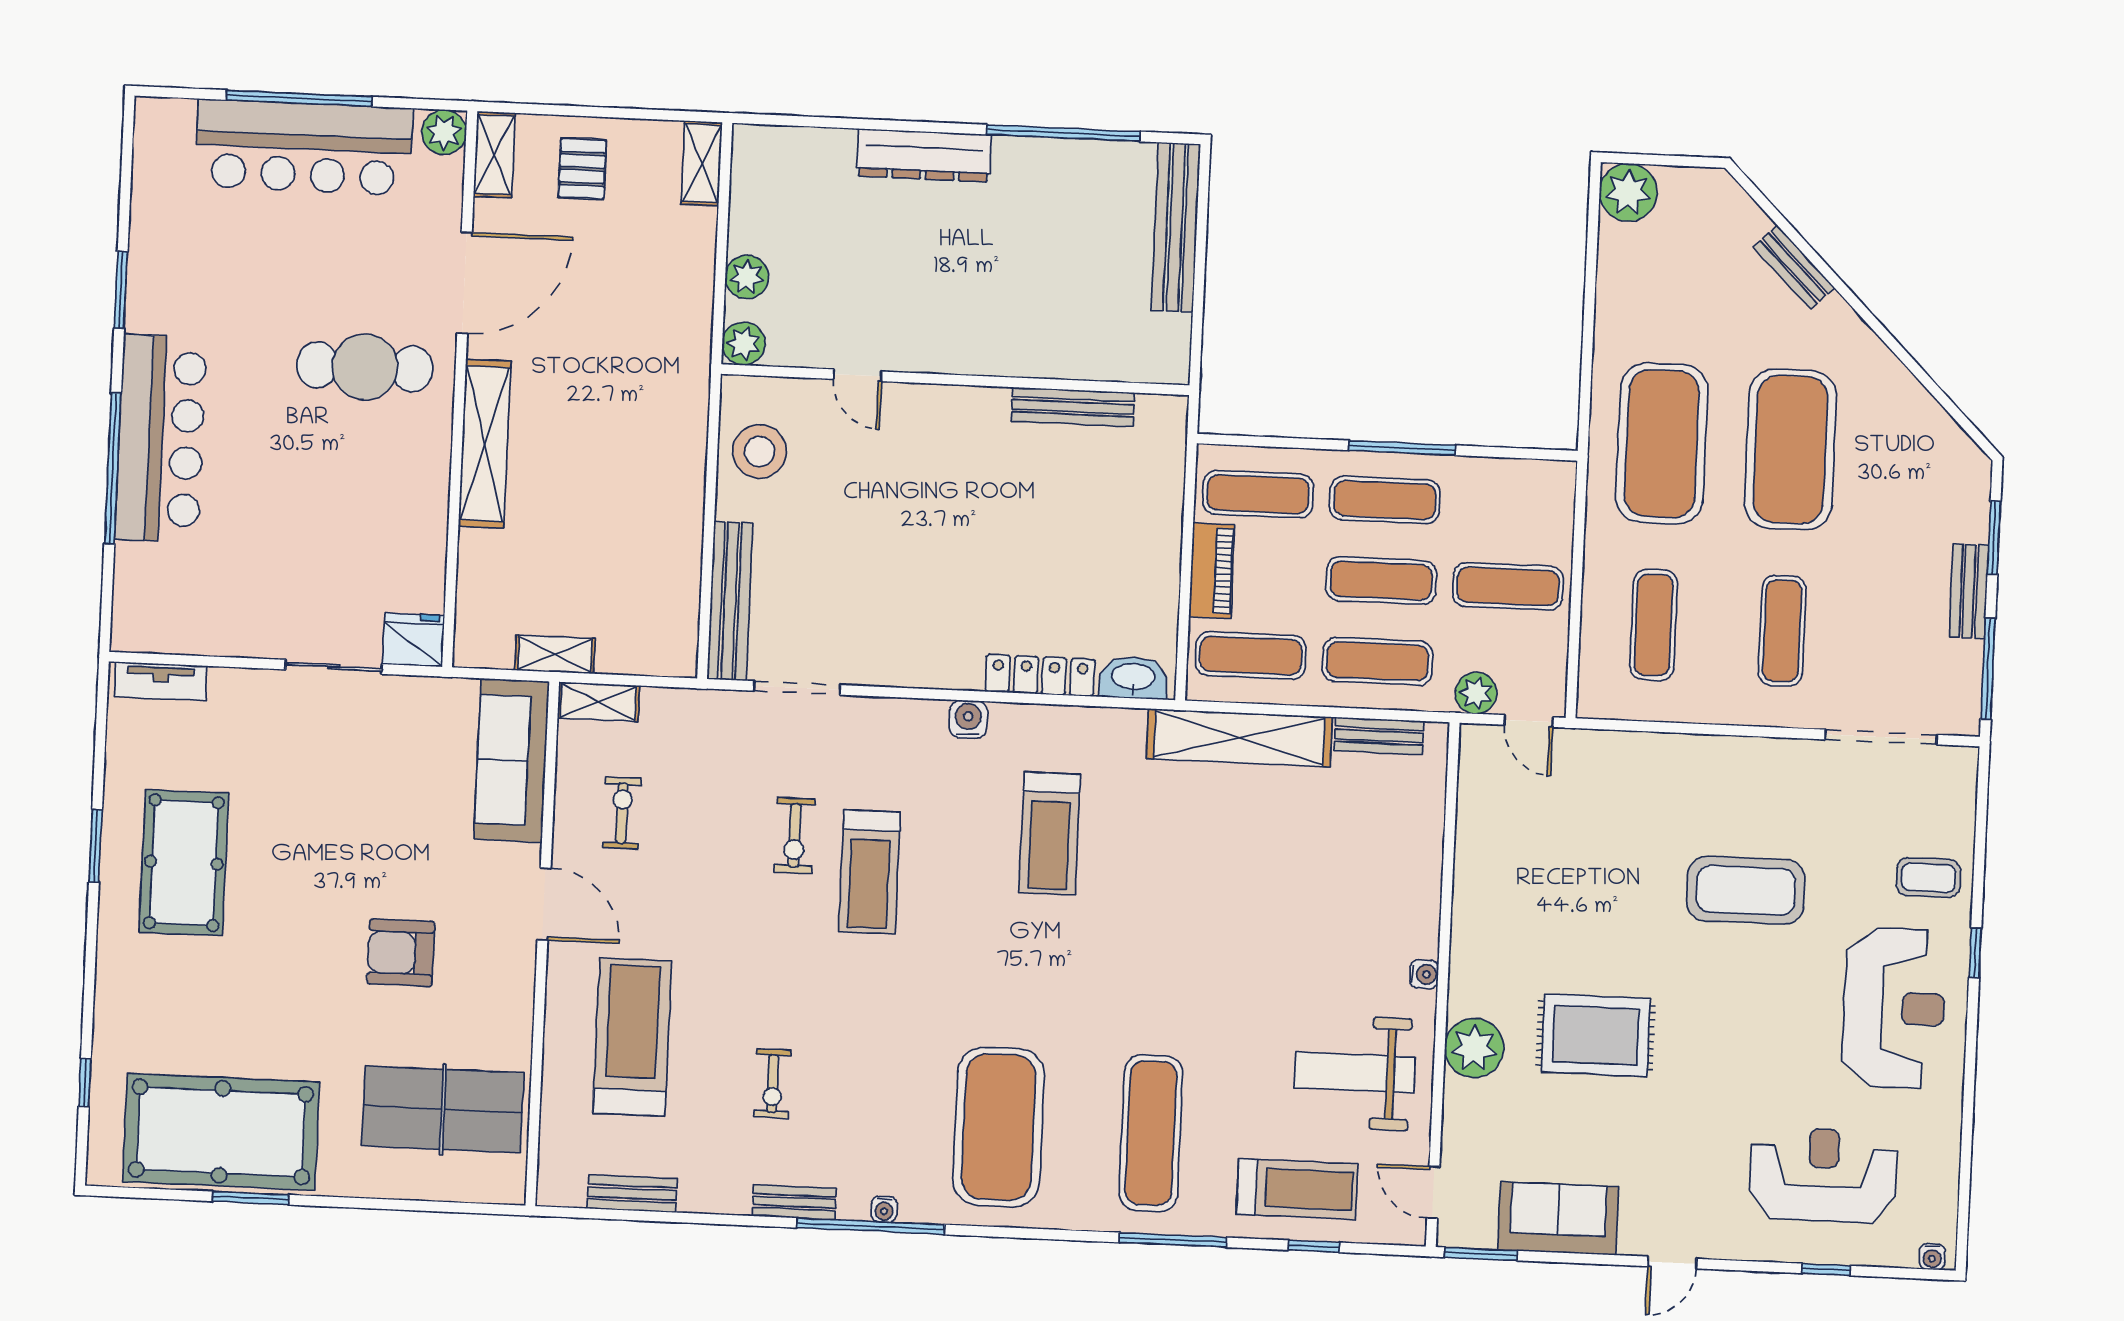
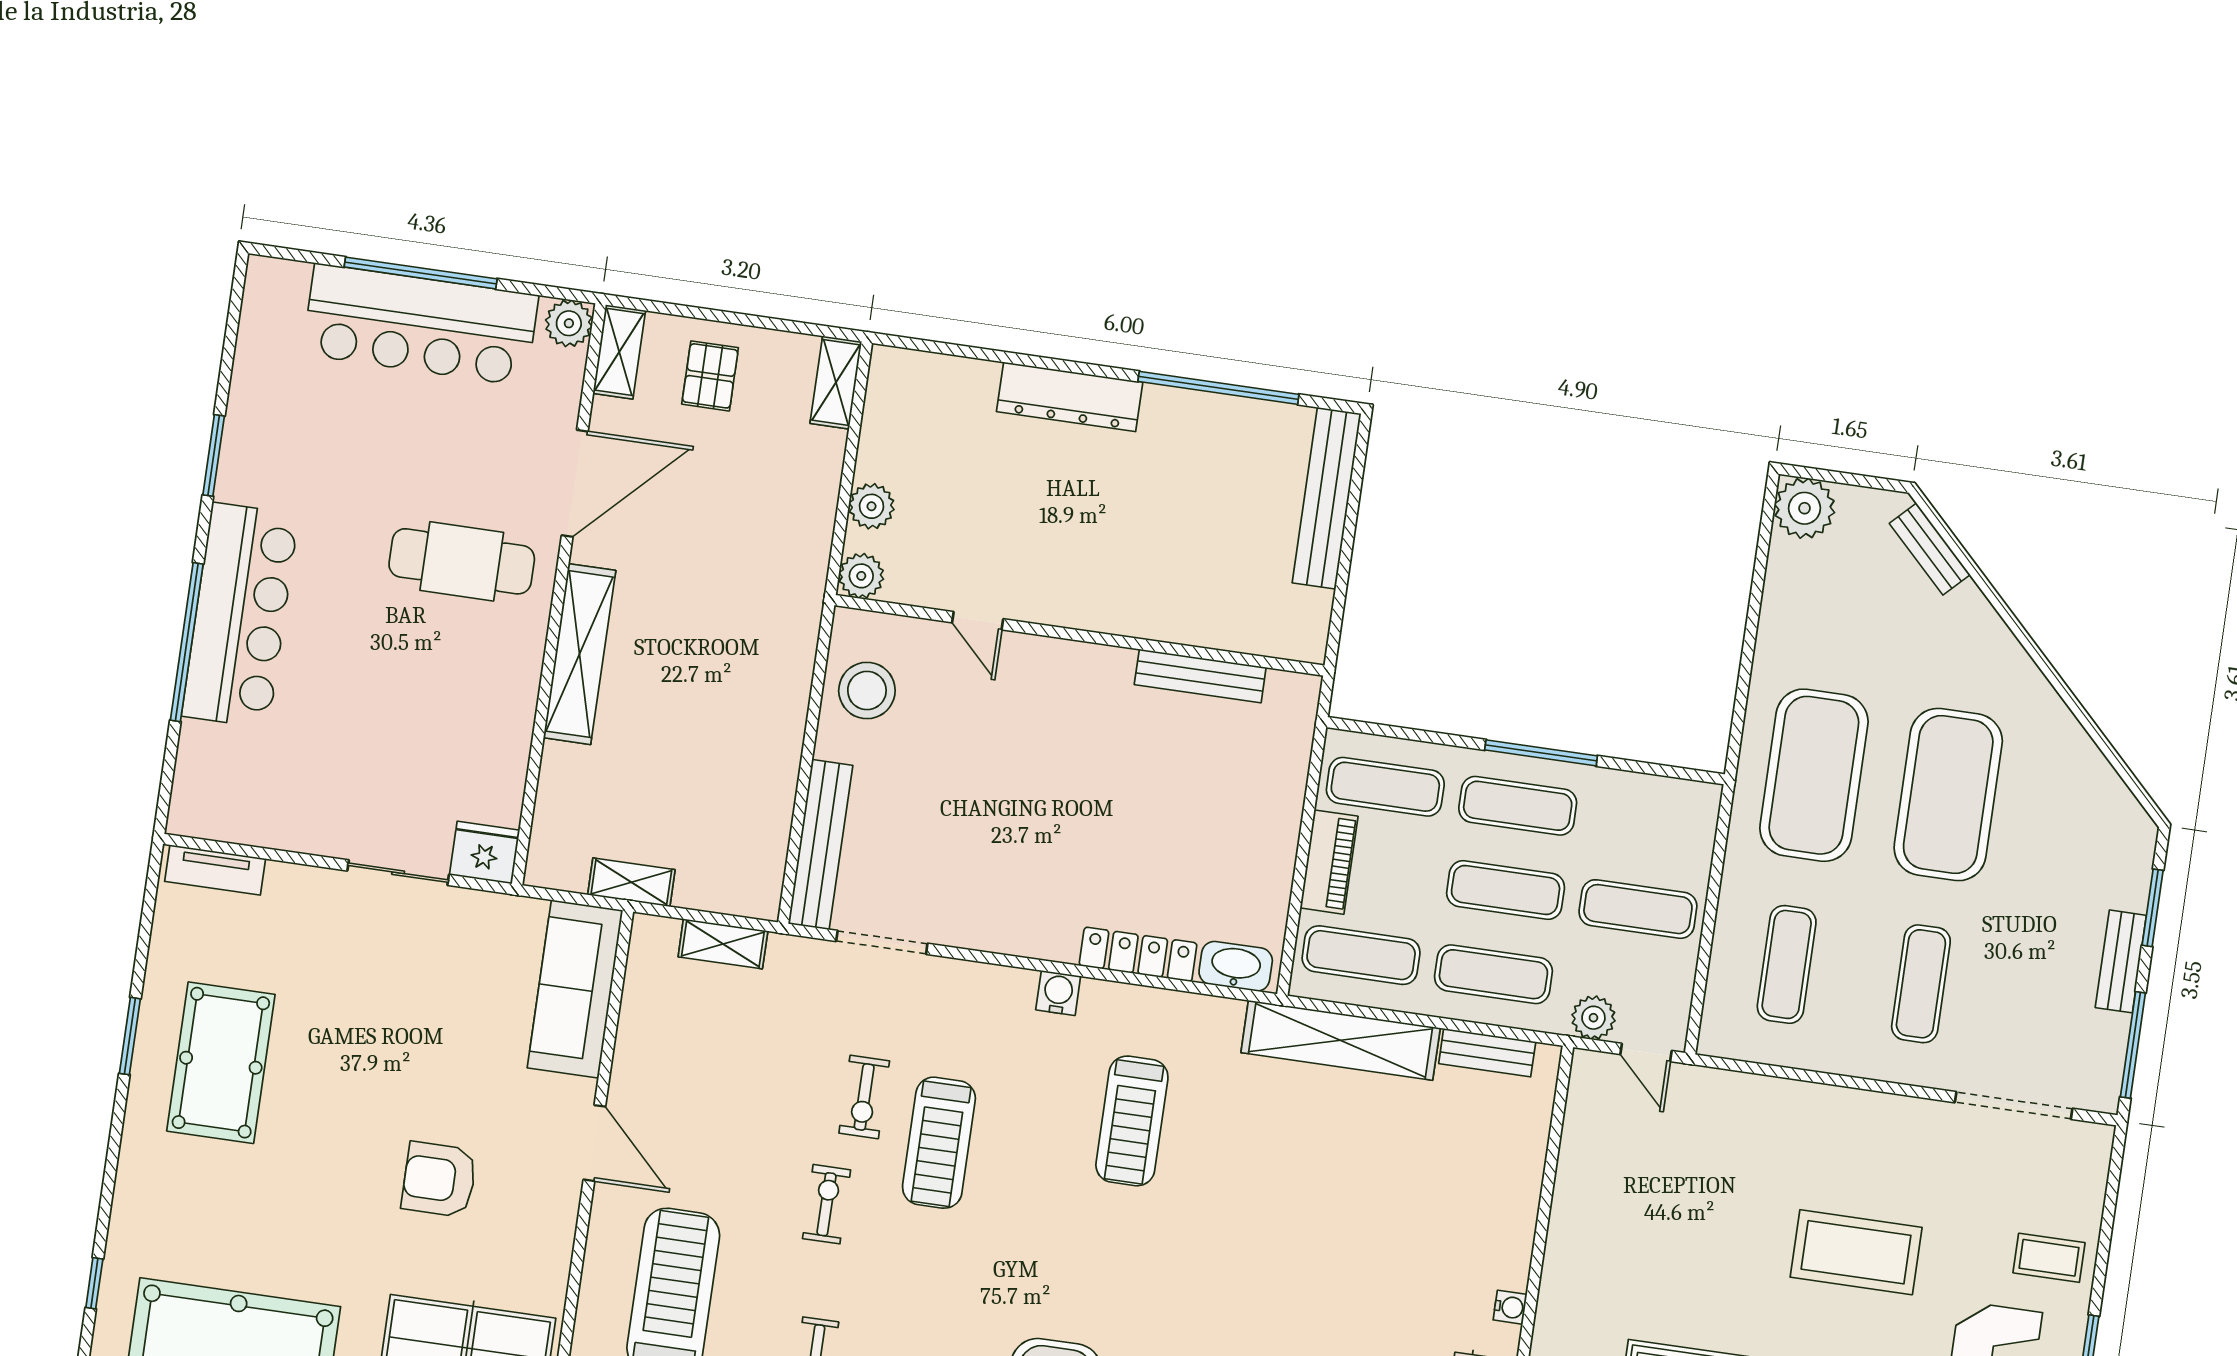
bench: (1794, 267) -> (1930, 549), moved
shelving: (598, 702) -> (723, 944), moved
exercise bike: (622, 813) -> (826, 1204), moved

